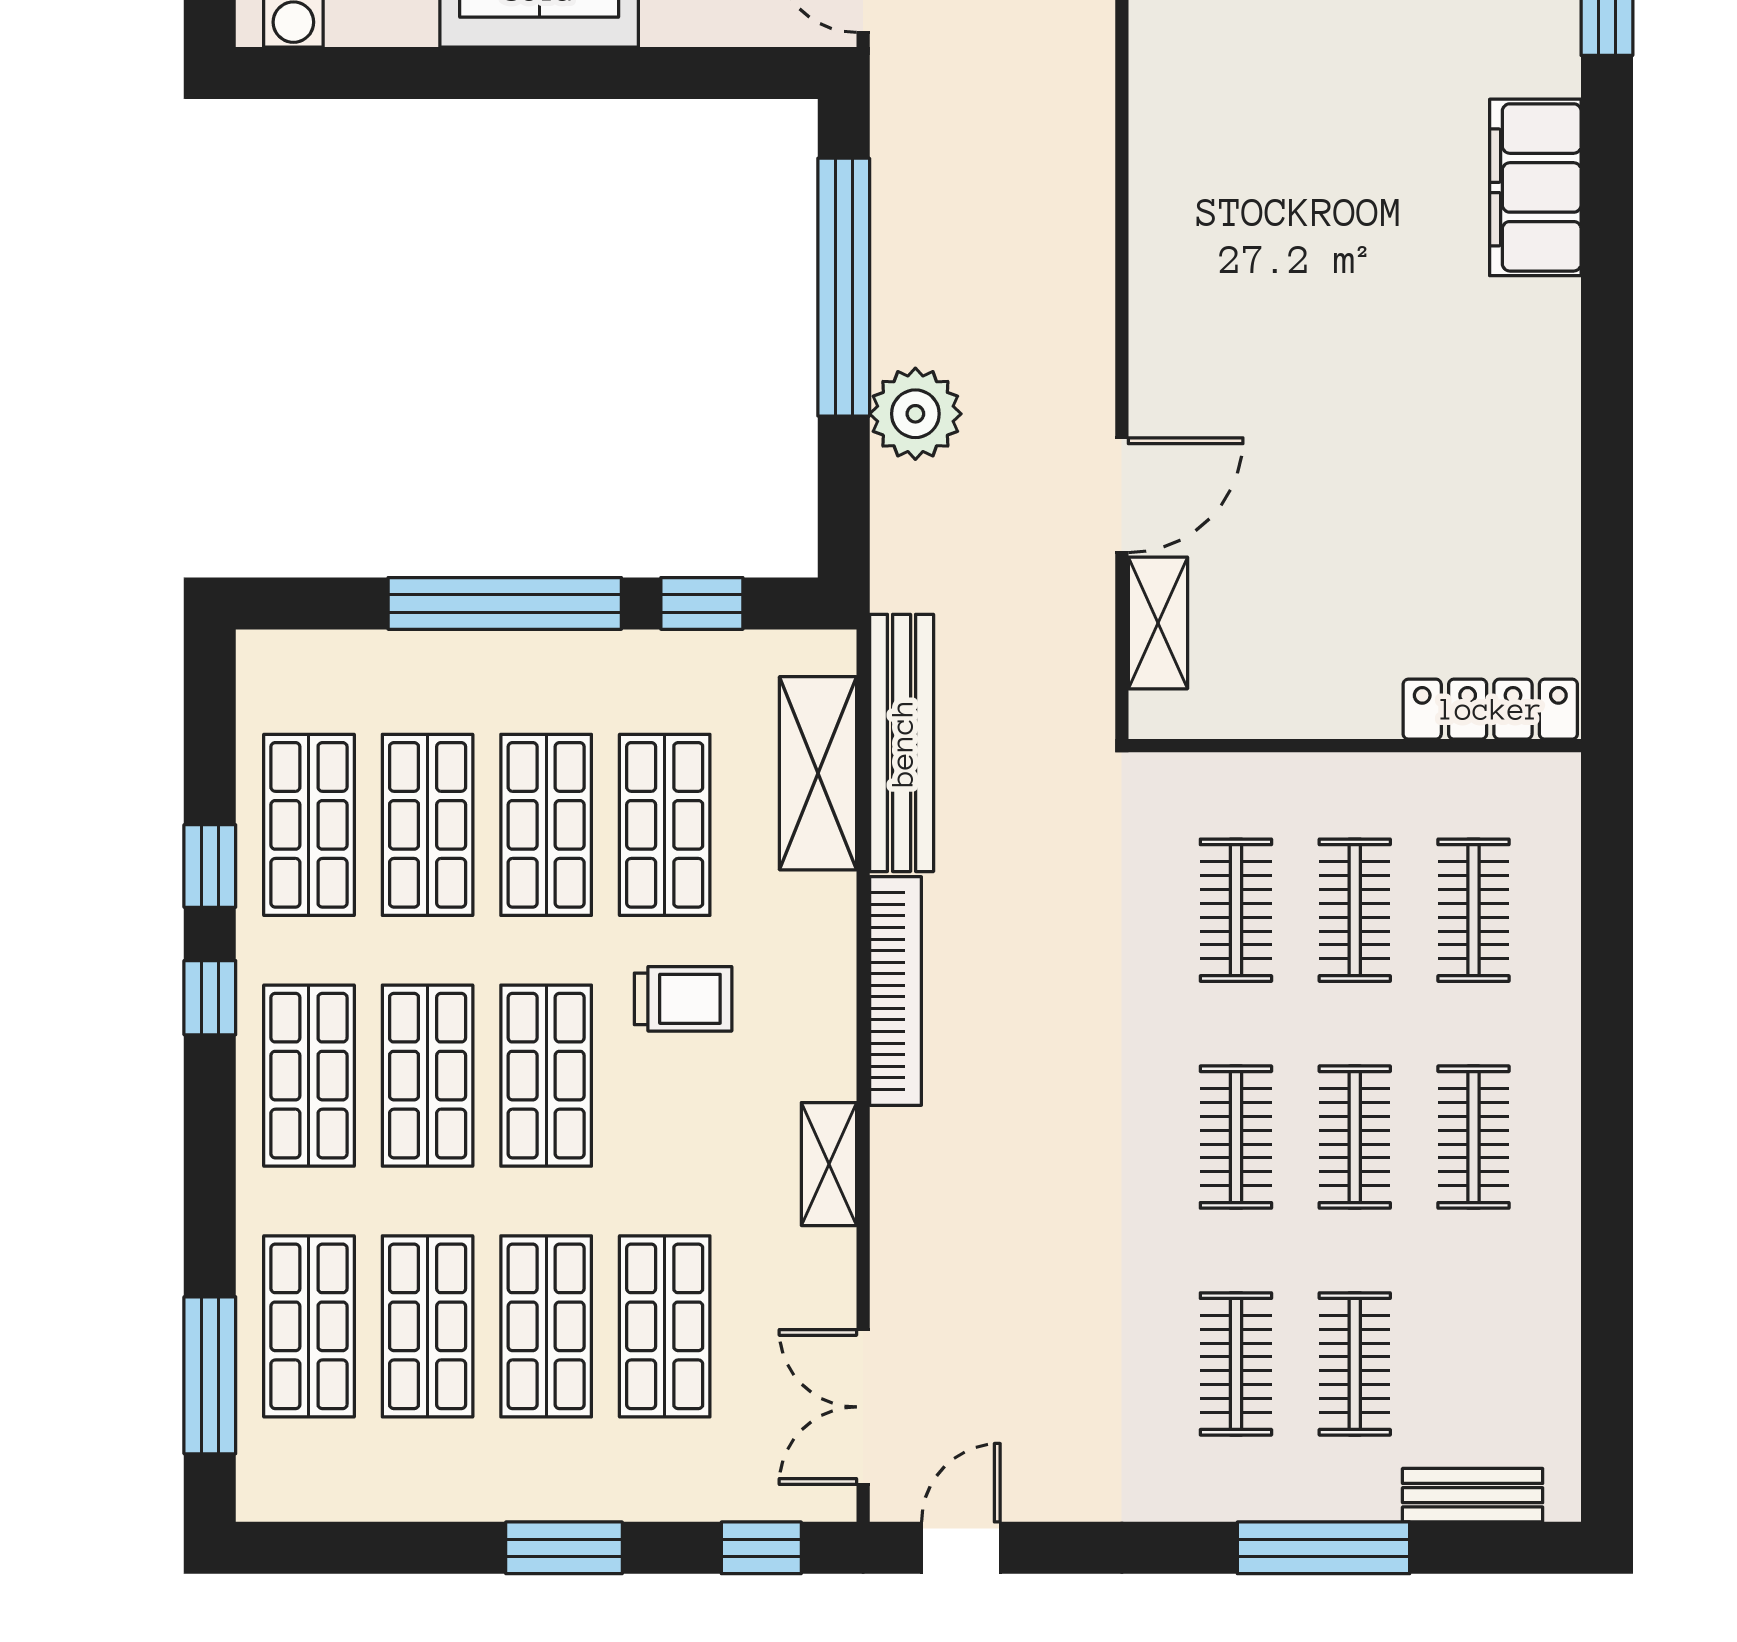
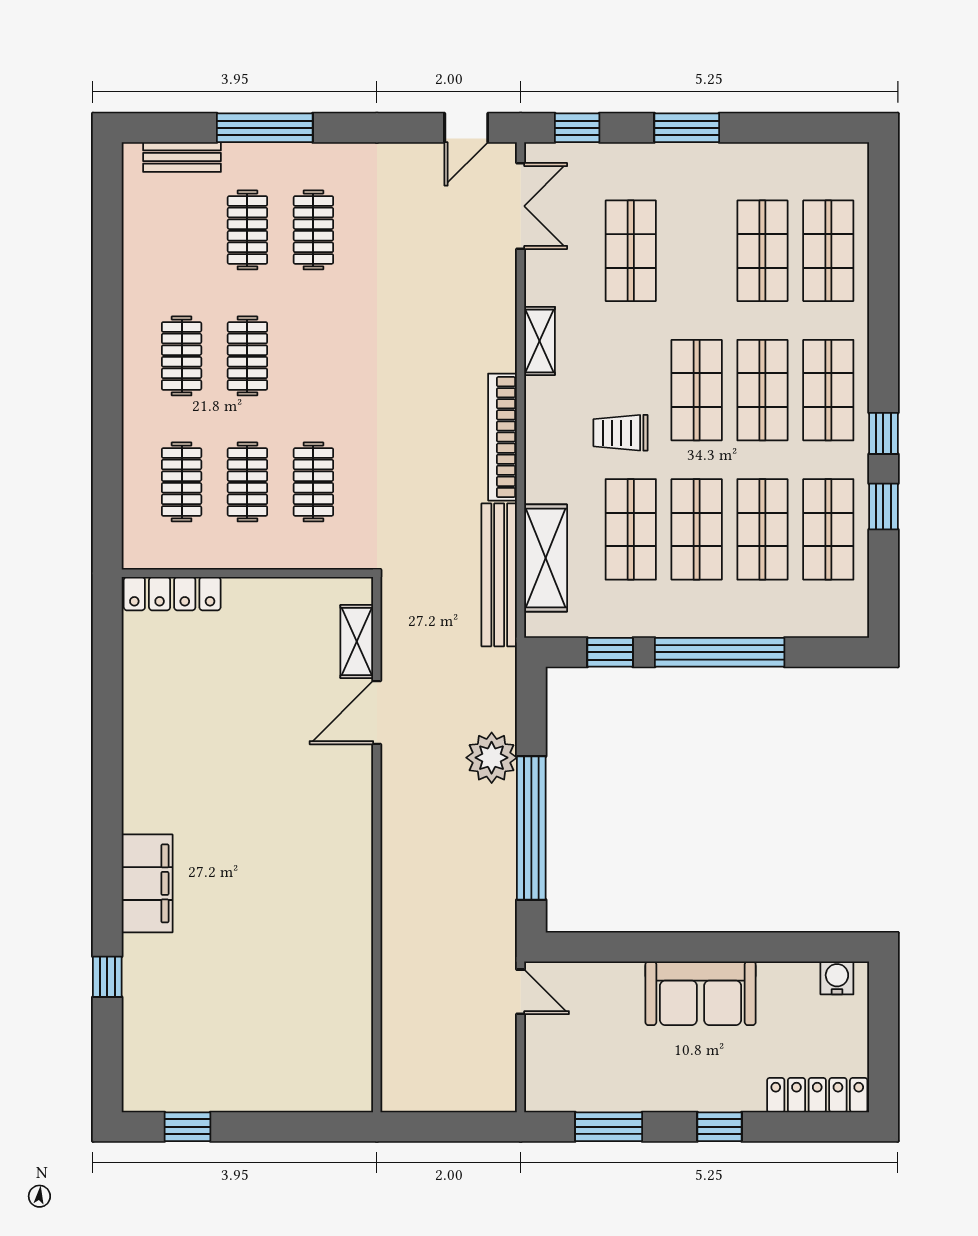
clothes rail: (1236, 1137) -> (313, 356), removed
shop shelf: (546, 1326) -> (697, 251), removed
window: (210, 1375) -> (883, 224), removed

